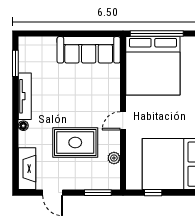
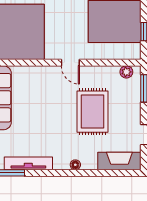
tv unit: (25, 96) -> (28, 163), moved
plant: (114, 158) -> (126, 72), moved

